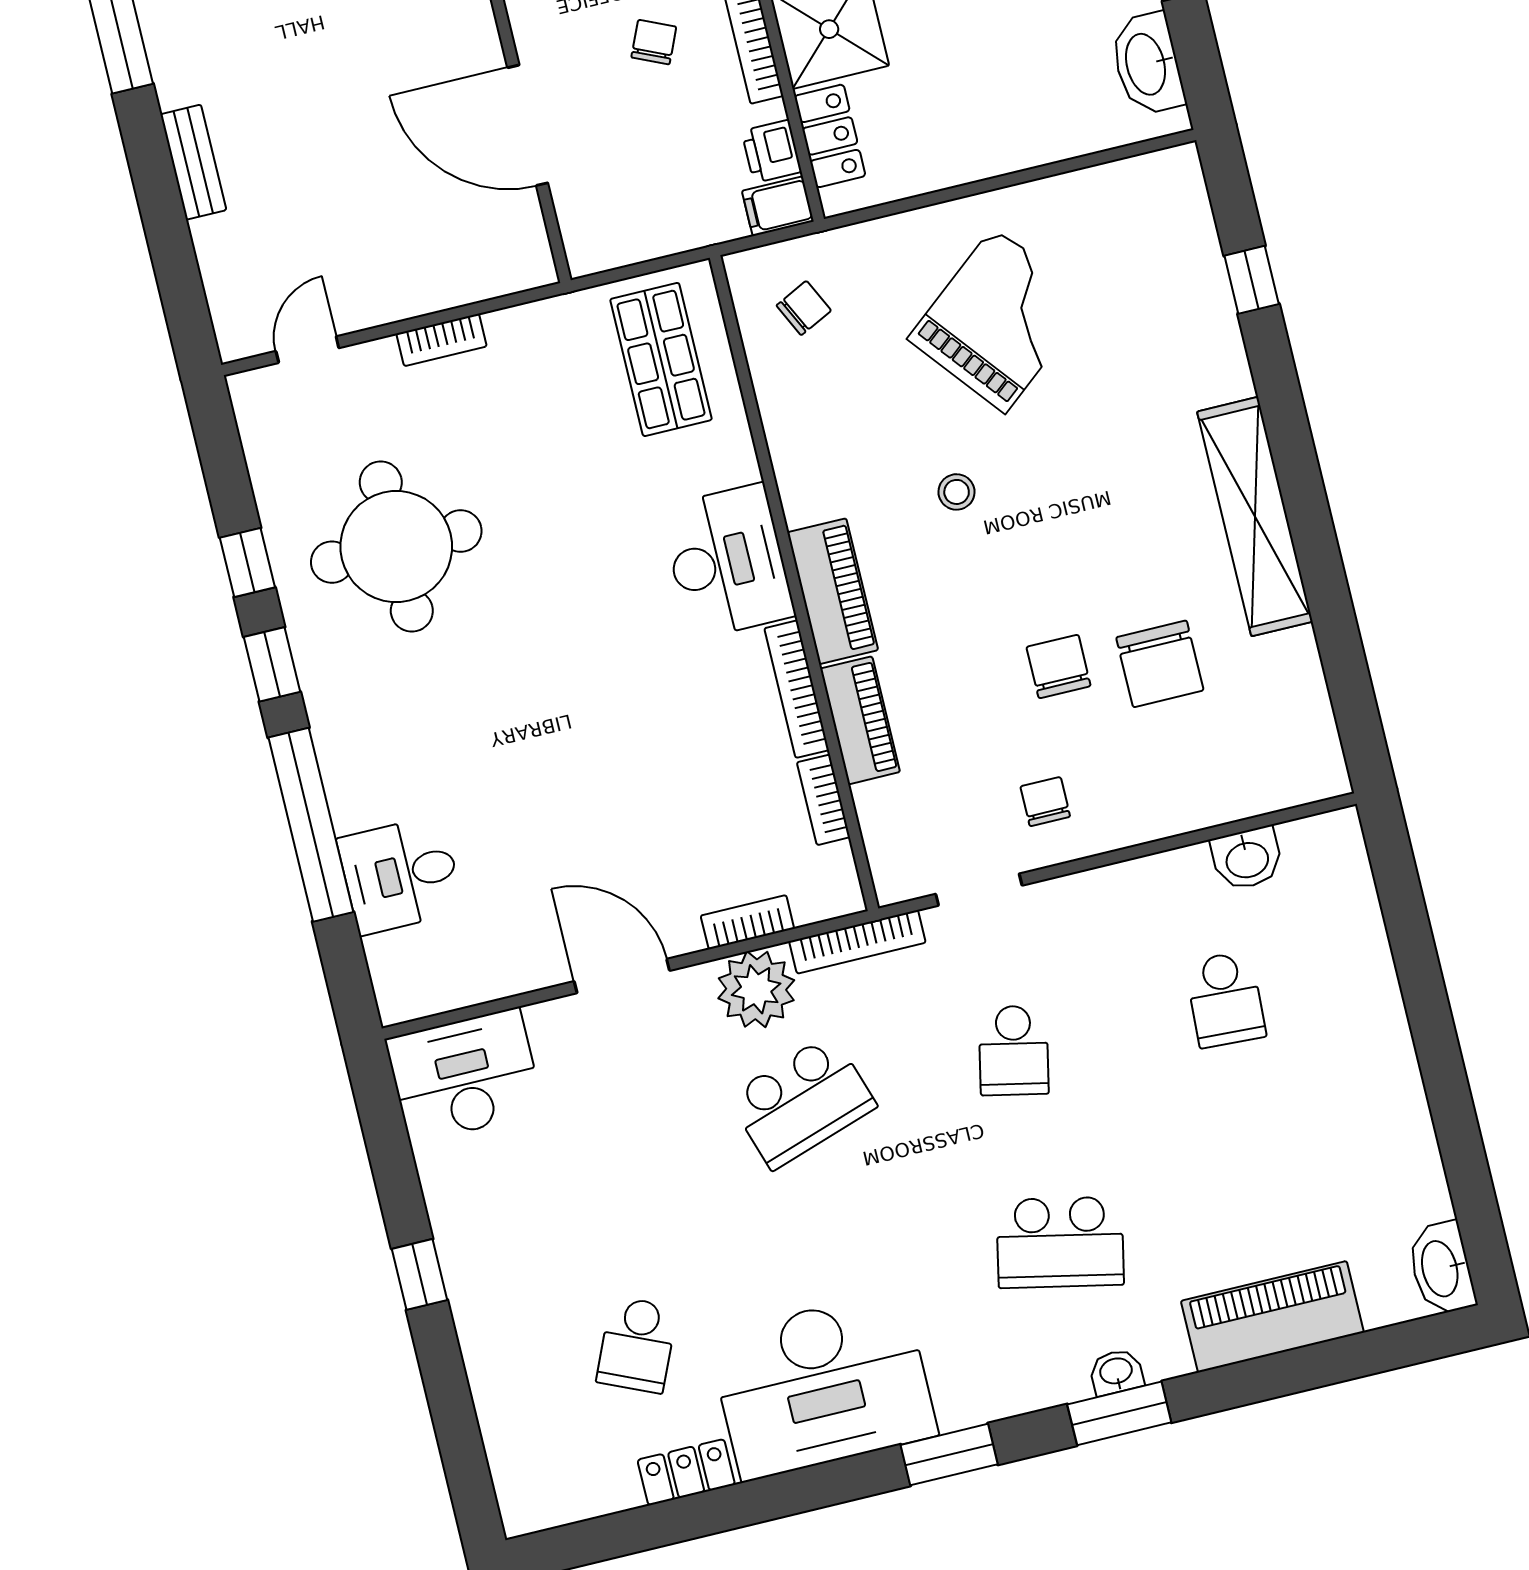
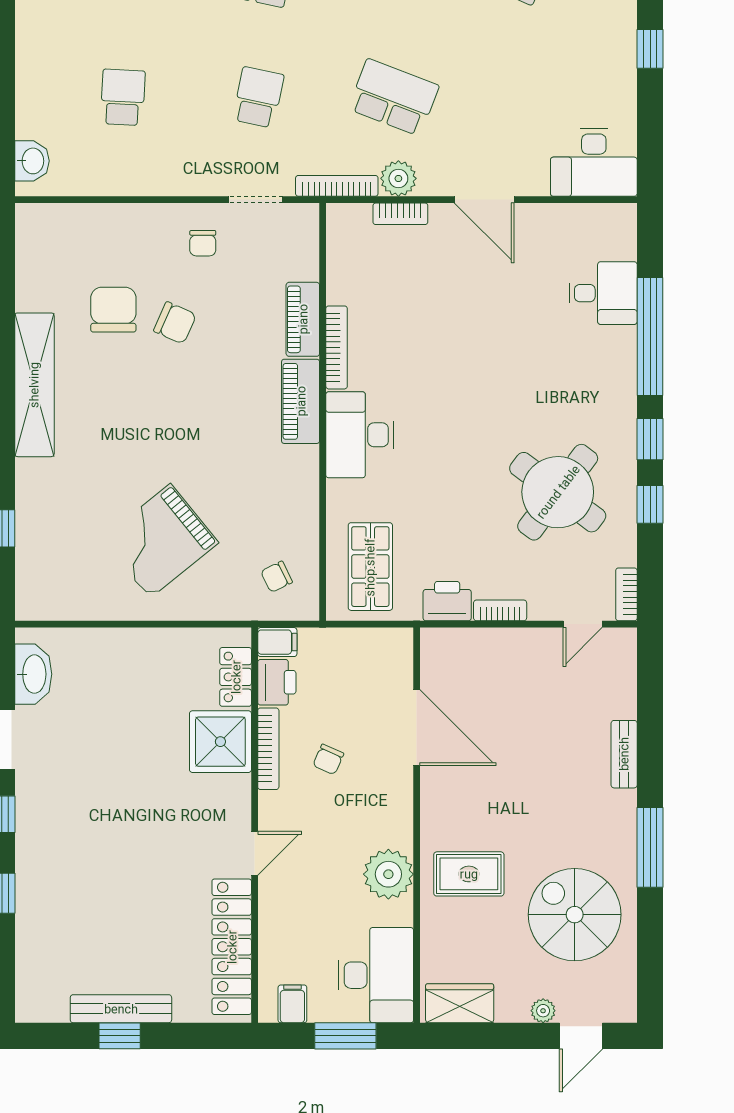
printer: (771, 151) -> (277, 682), width x1.36, depth x1.24
printer: (528, 334) -> (447, 601), added
stool: (957, 492) -> (211, 443), removed
round table: (396, 547) -> (558, 492), turned 37
chair: (1059, 667) -> (175, 323), turned -66
bookcase: (823, 800) -> (626, 594), moved, turned 180
washbasin: (1247, 859) -> (32, 161), moved, turned 90
plant: (756, 989) -> (398, 178), width x0.73, depth x0.73
school desk: (802, 1102) -> (394, 97), turned 39

